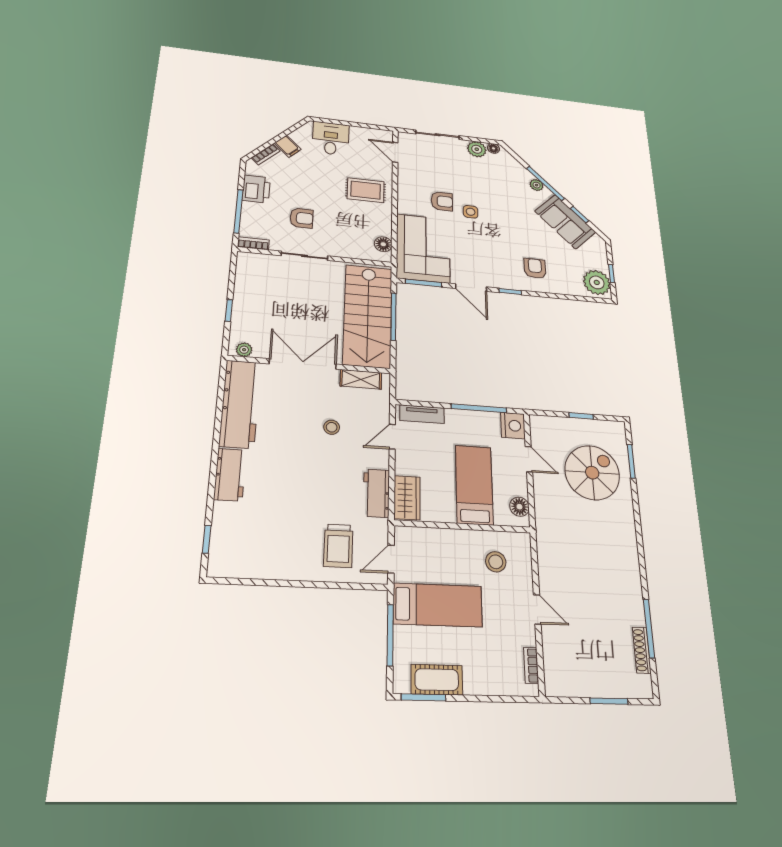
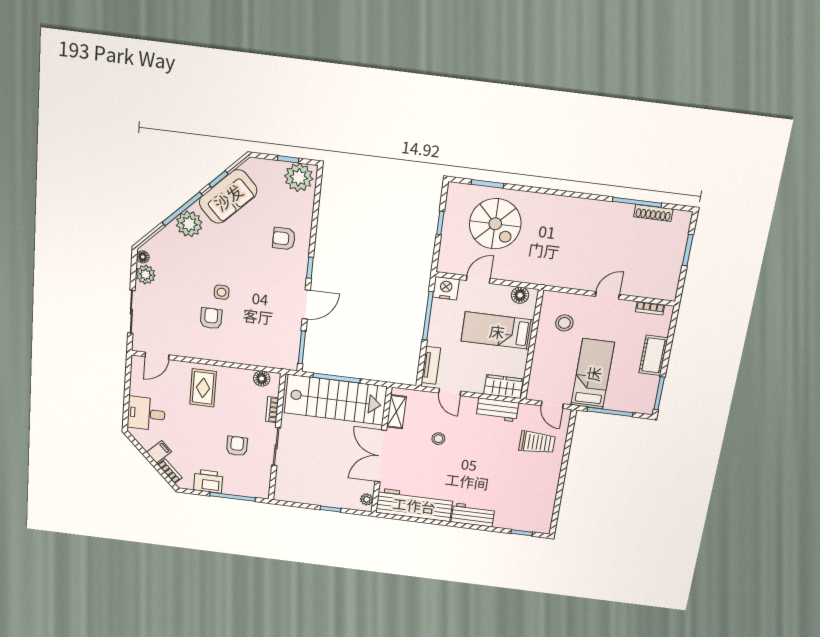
plant: (537, 185) -> (189, 224), width x1.87, depth x1.87
bookcase: (253, 243) -> (272, 410), moved
corner sofa: (423, 248) -> (265, 343), removed
spiral stairs: (592, 473) -> (495, 224), turned 180
cot: (437, 680) -> (653, 355), moved

